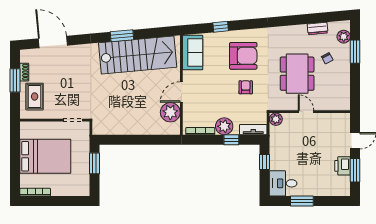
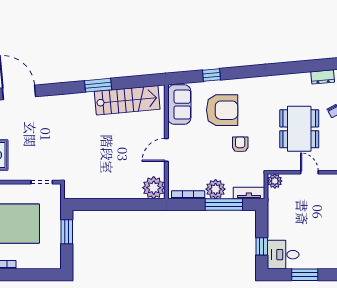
stairs: (138, 55) -> (127, 100), width x0.73, depth x0.66
armchair: (243, 56) -> (222, 110), moved
plant: (170, 112) -> (154, 188), moved
window: (231, 140) -> (224, 205), width x2.17
window: (265, 162) -> (262, 246), moved

